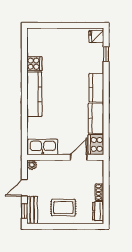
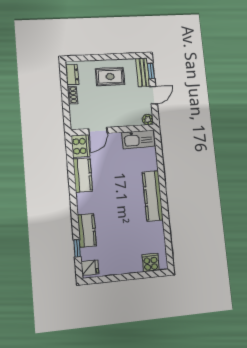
cooker: (34, 64) -> (151, 263), moved, turned 90
kitchen counter: (96, 88) -> (87, 230), moved

